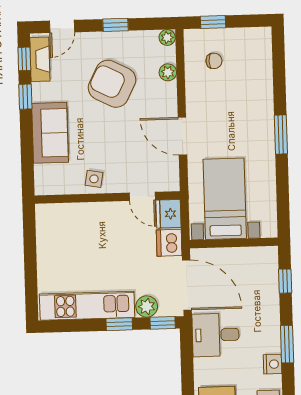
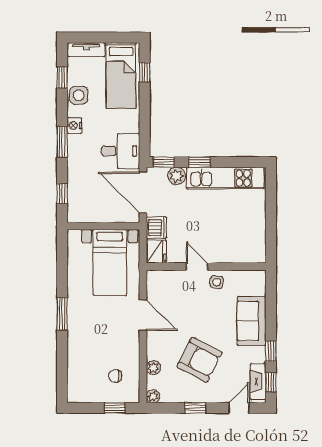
door: (142, 196) -> (197, 266), moved

